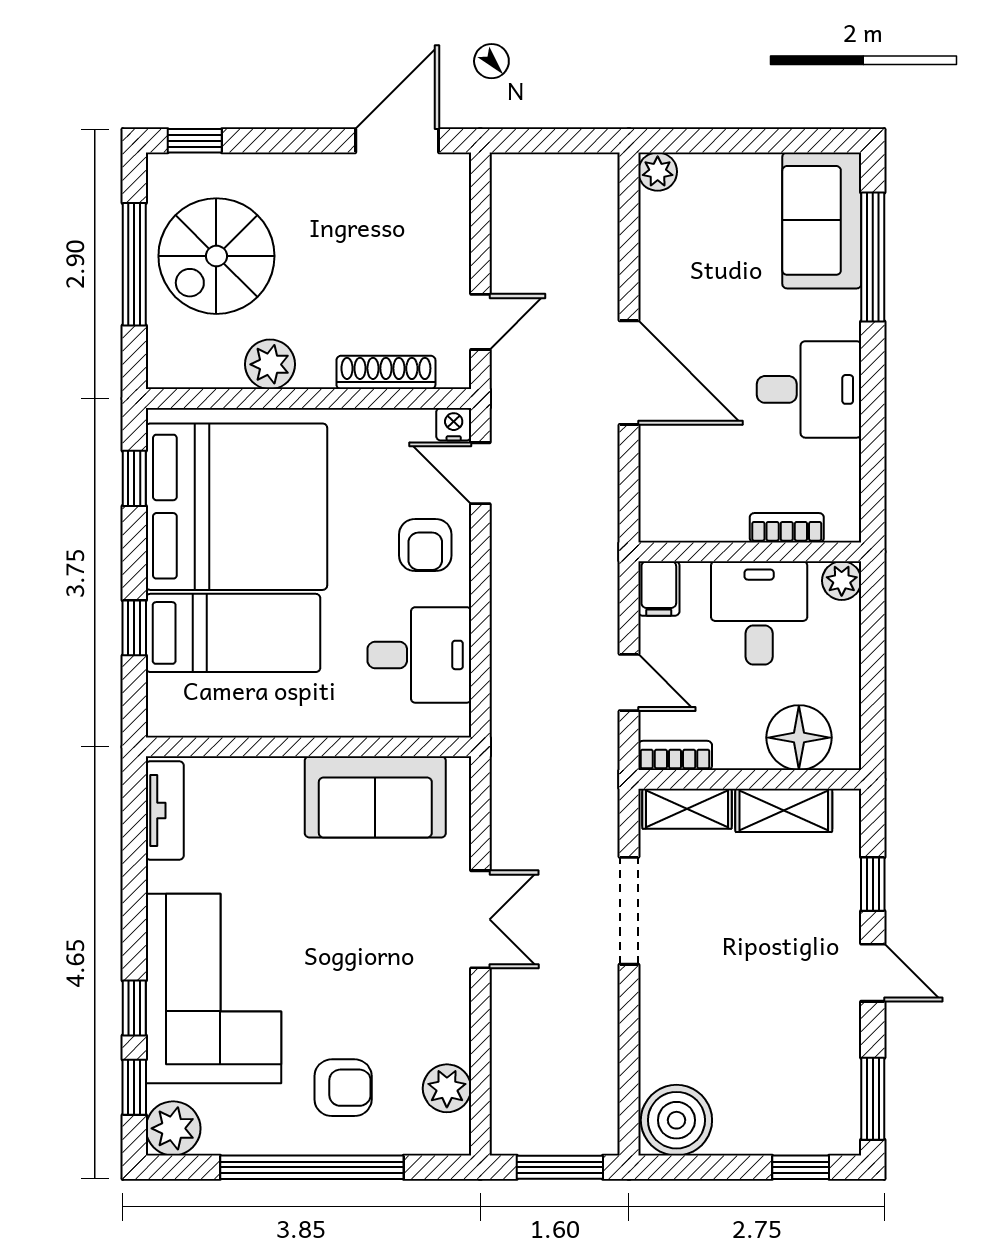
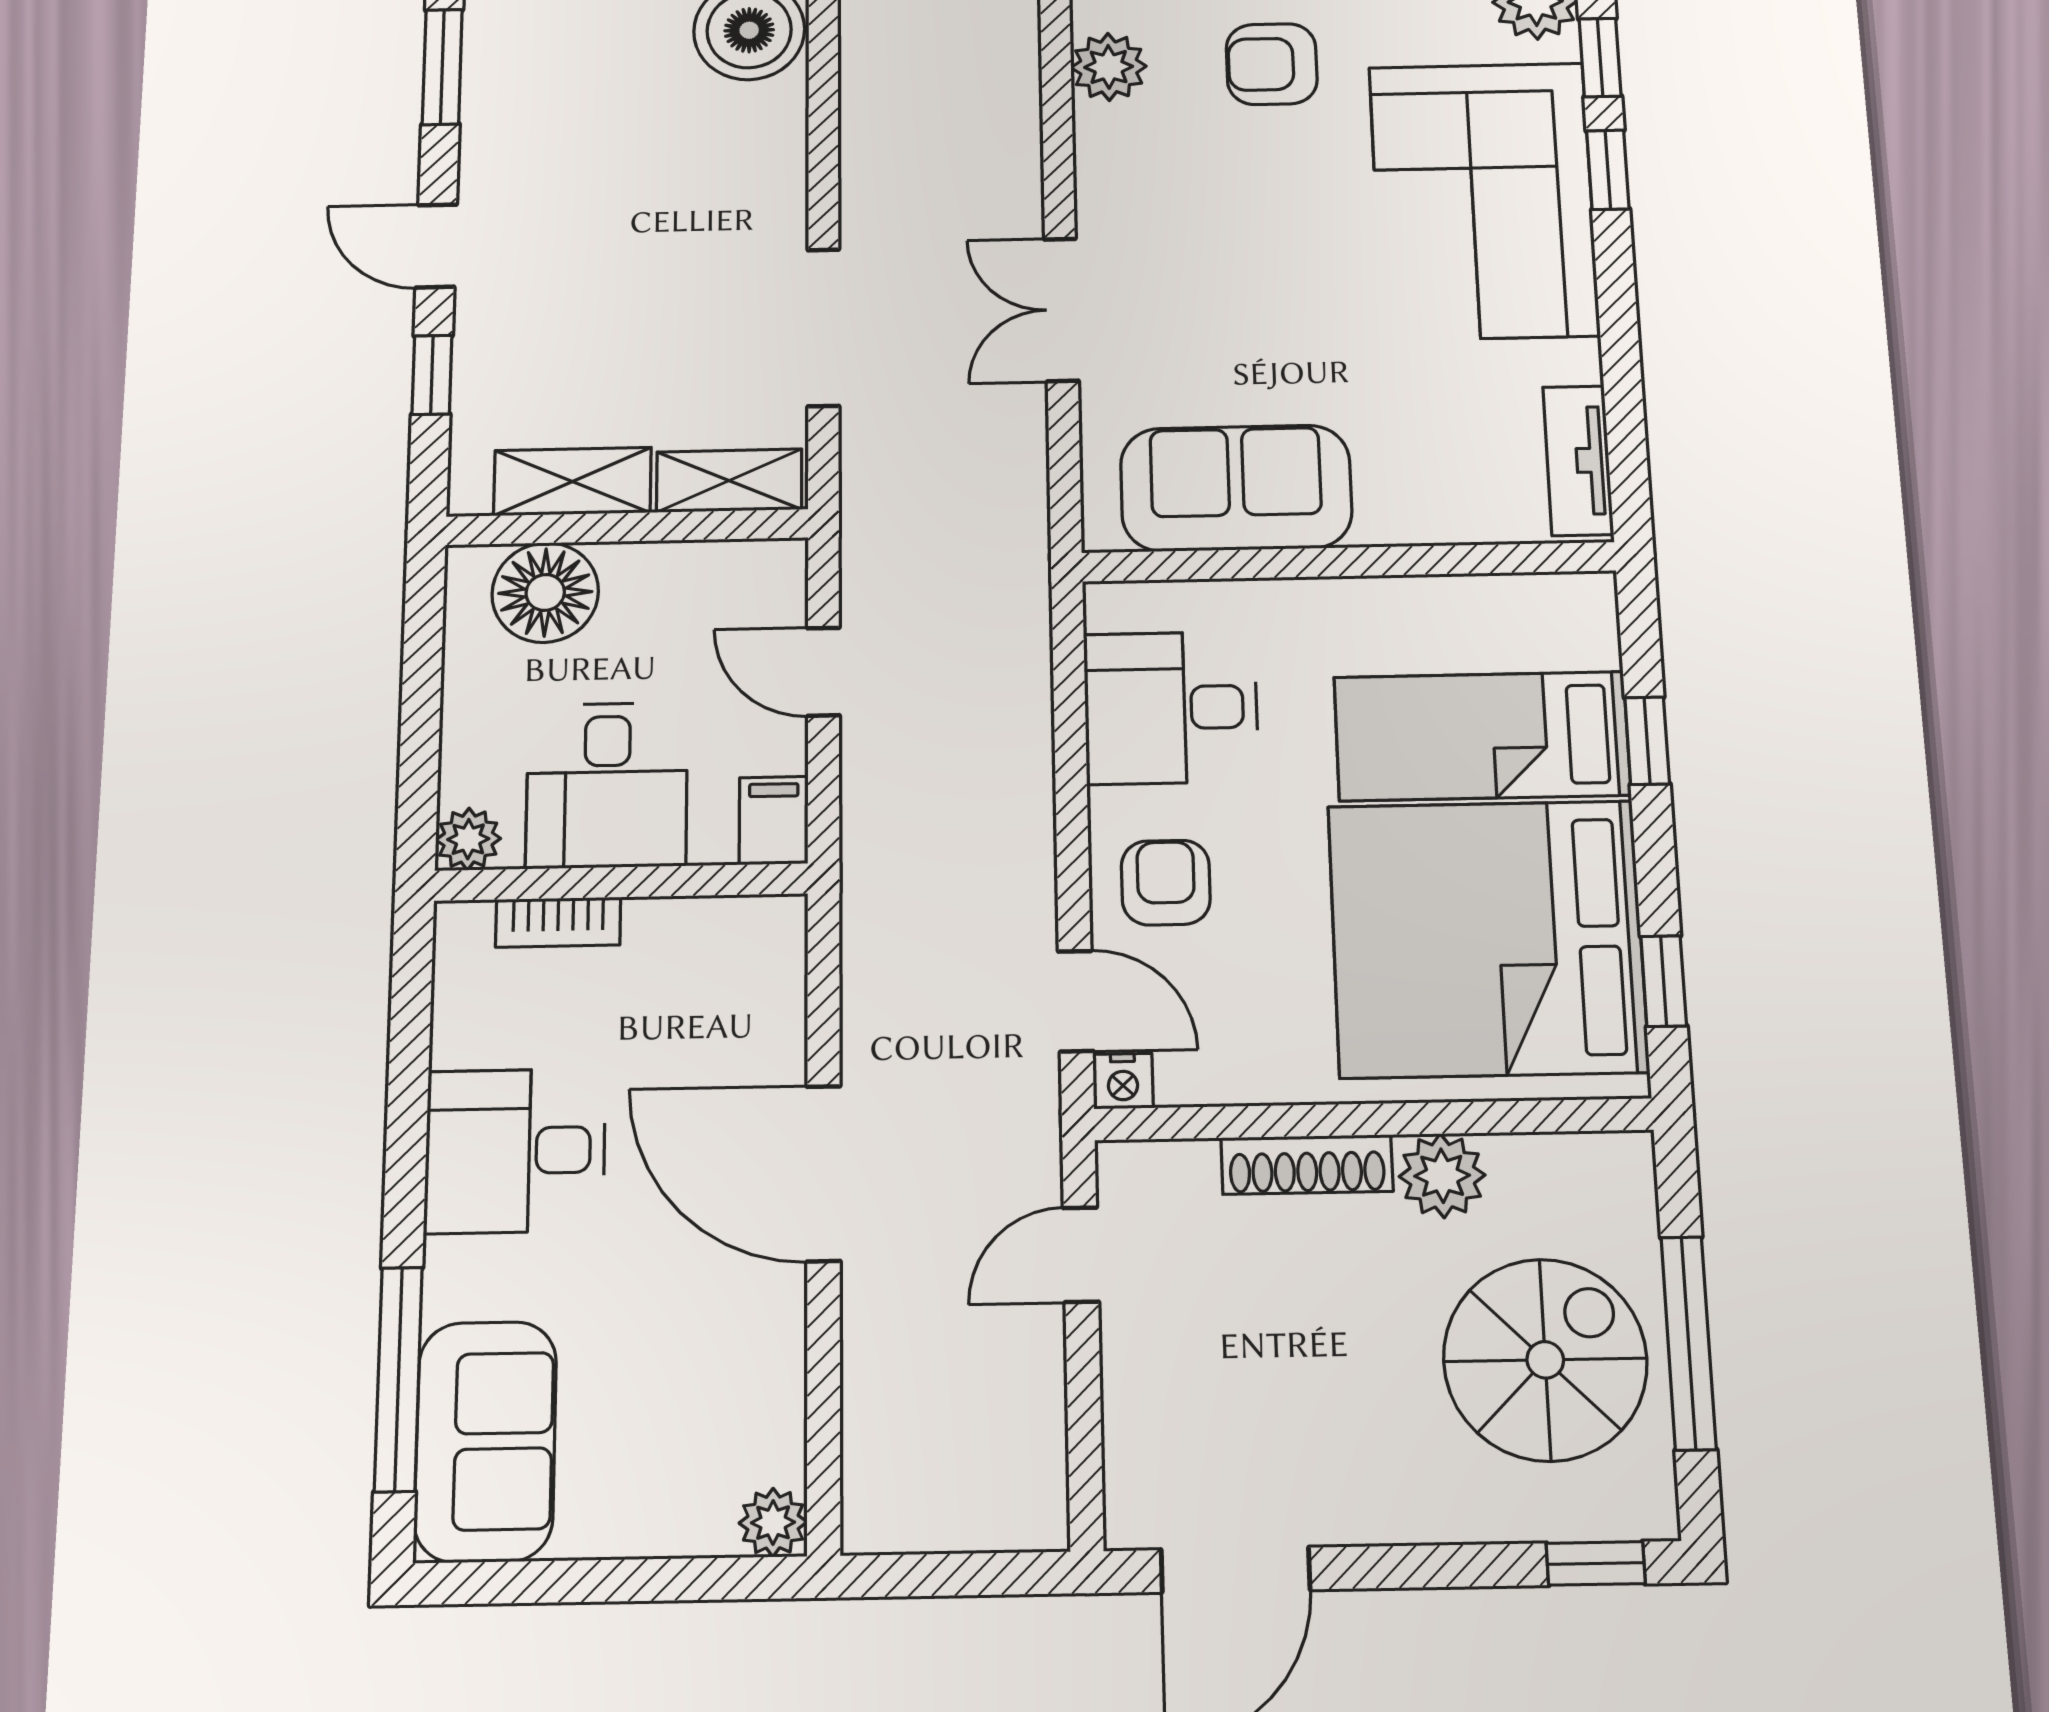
shoe rack: (386, 372) -> (1307, 1164), moved
bookcase: (675, 755) -> (748, 561), removed

